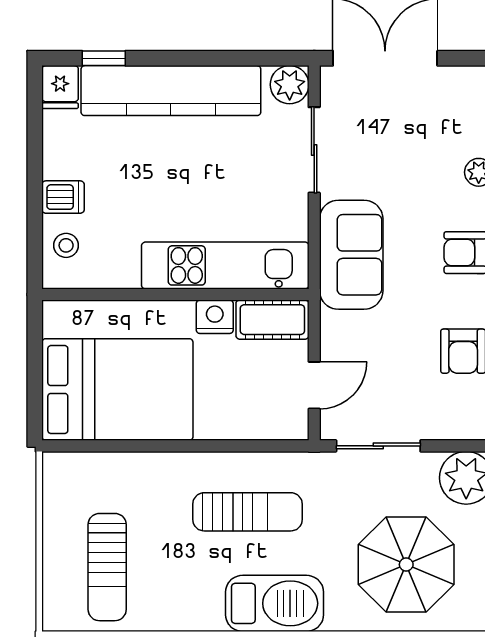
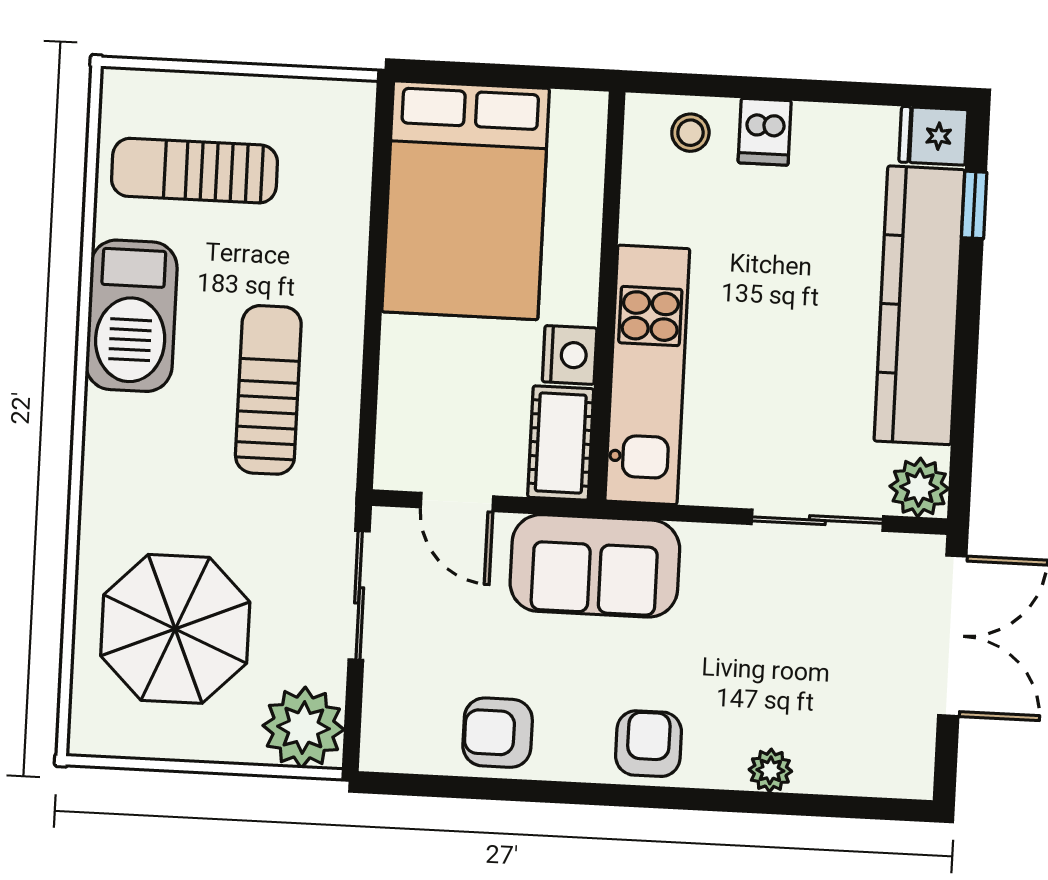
sofa: (351, 255) -> (595, 566), moved
sun lounger: (248, 512) -> (268, 390), turned 180
barbecue: (275, 603) -> (131, 316), moved

